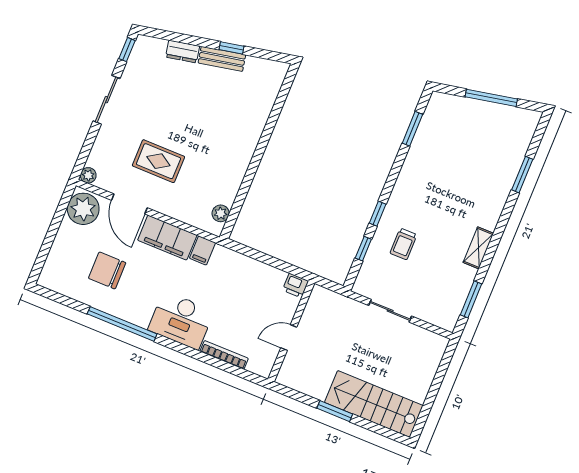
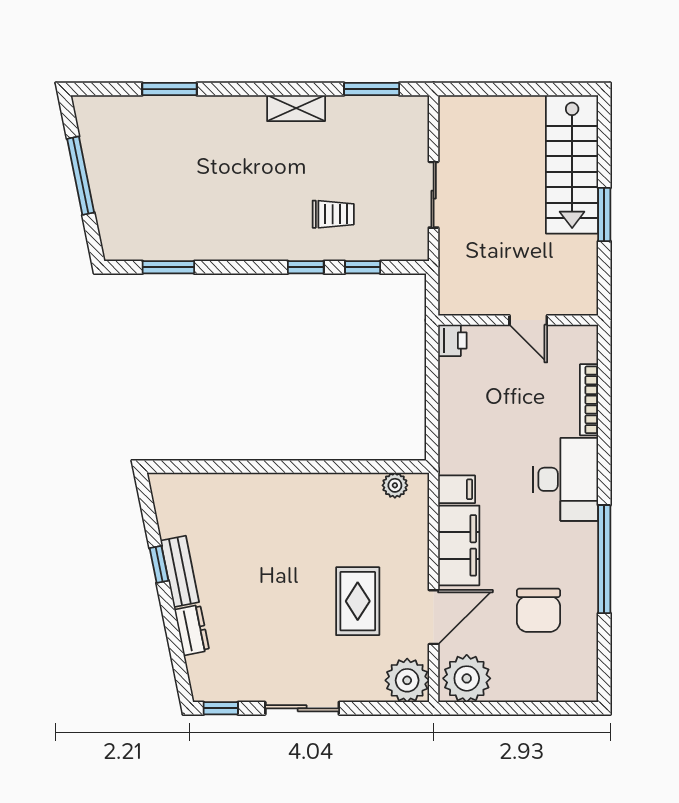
plant: (88, 175) -> (407, 680), width x1.87, depth x1.87

